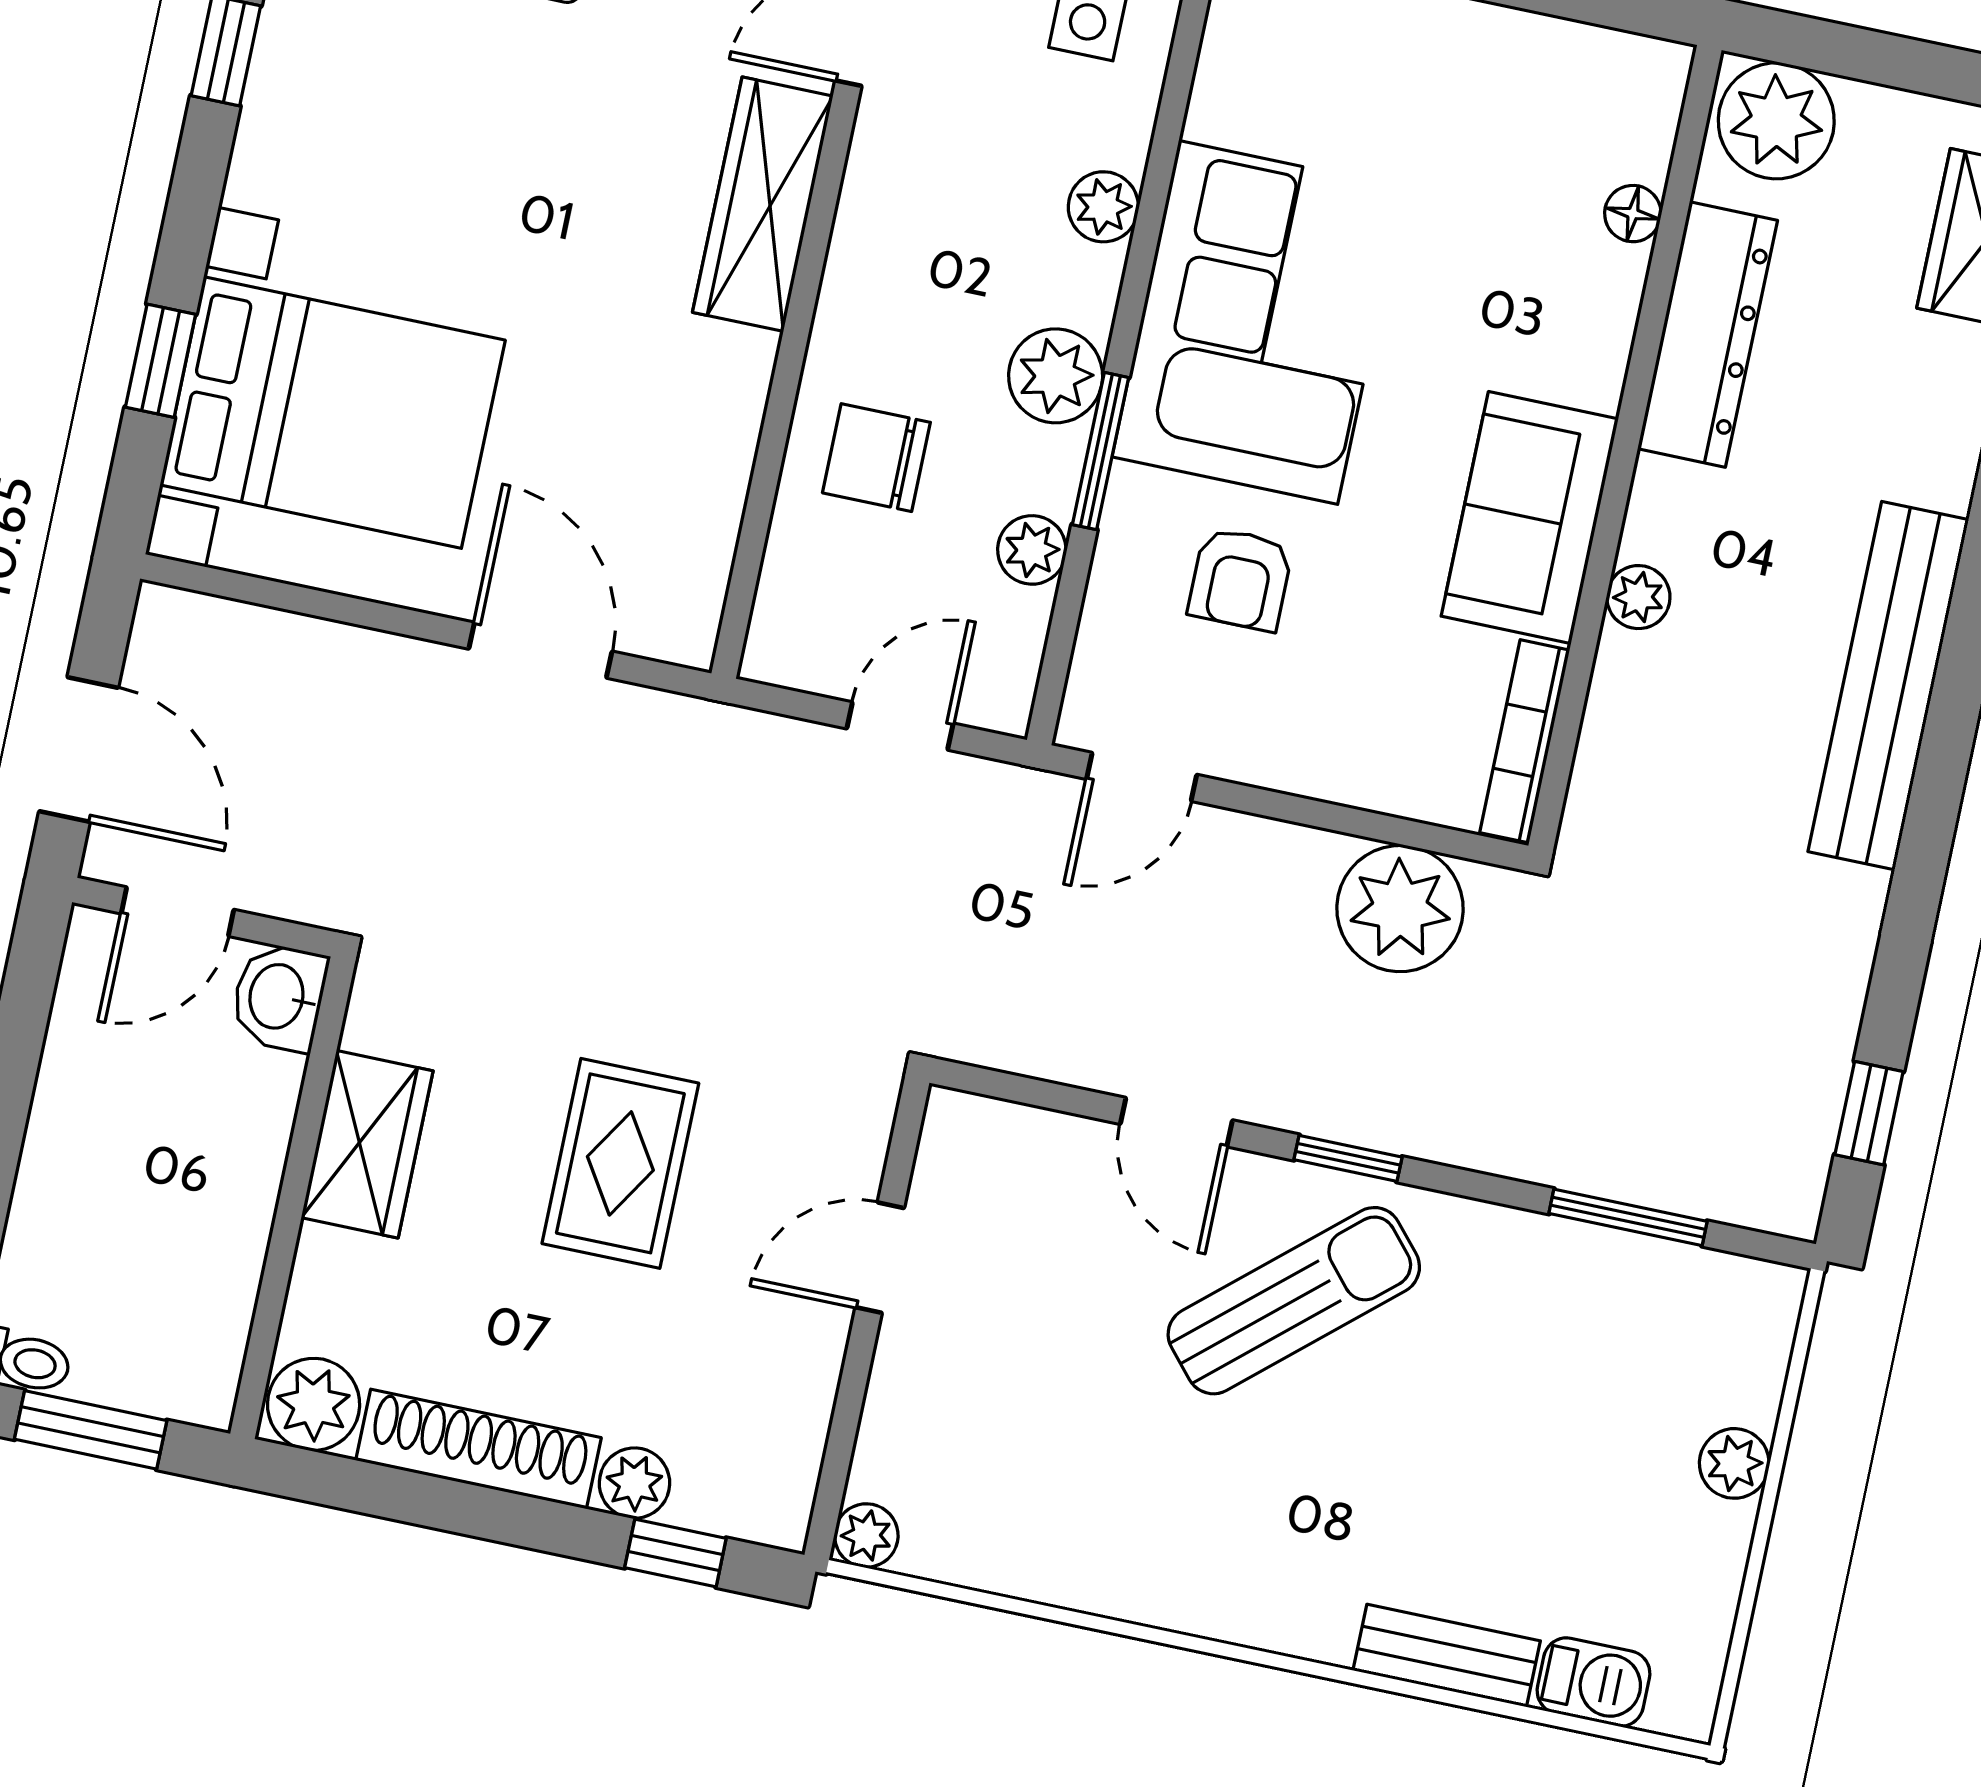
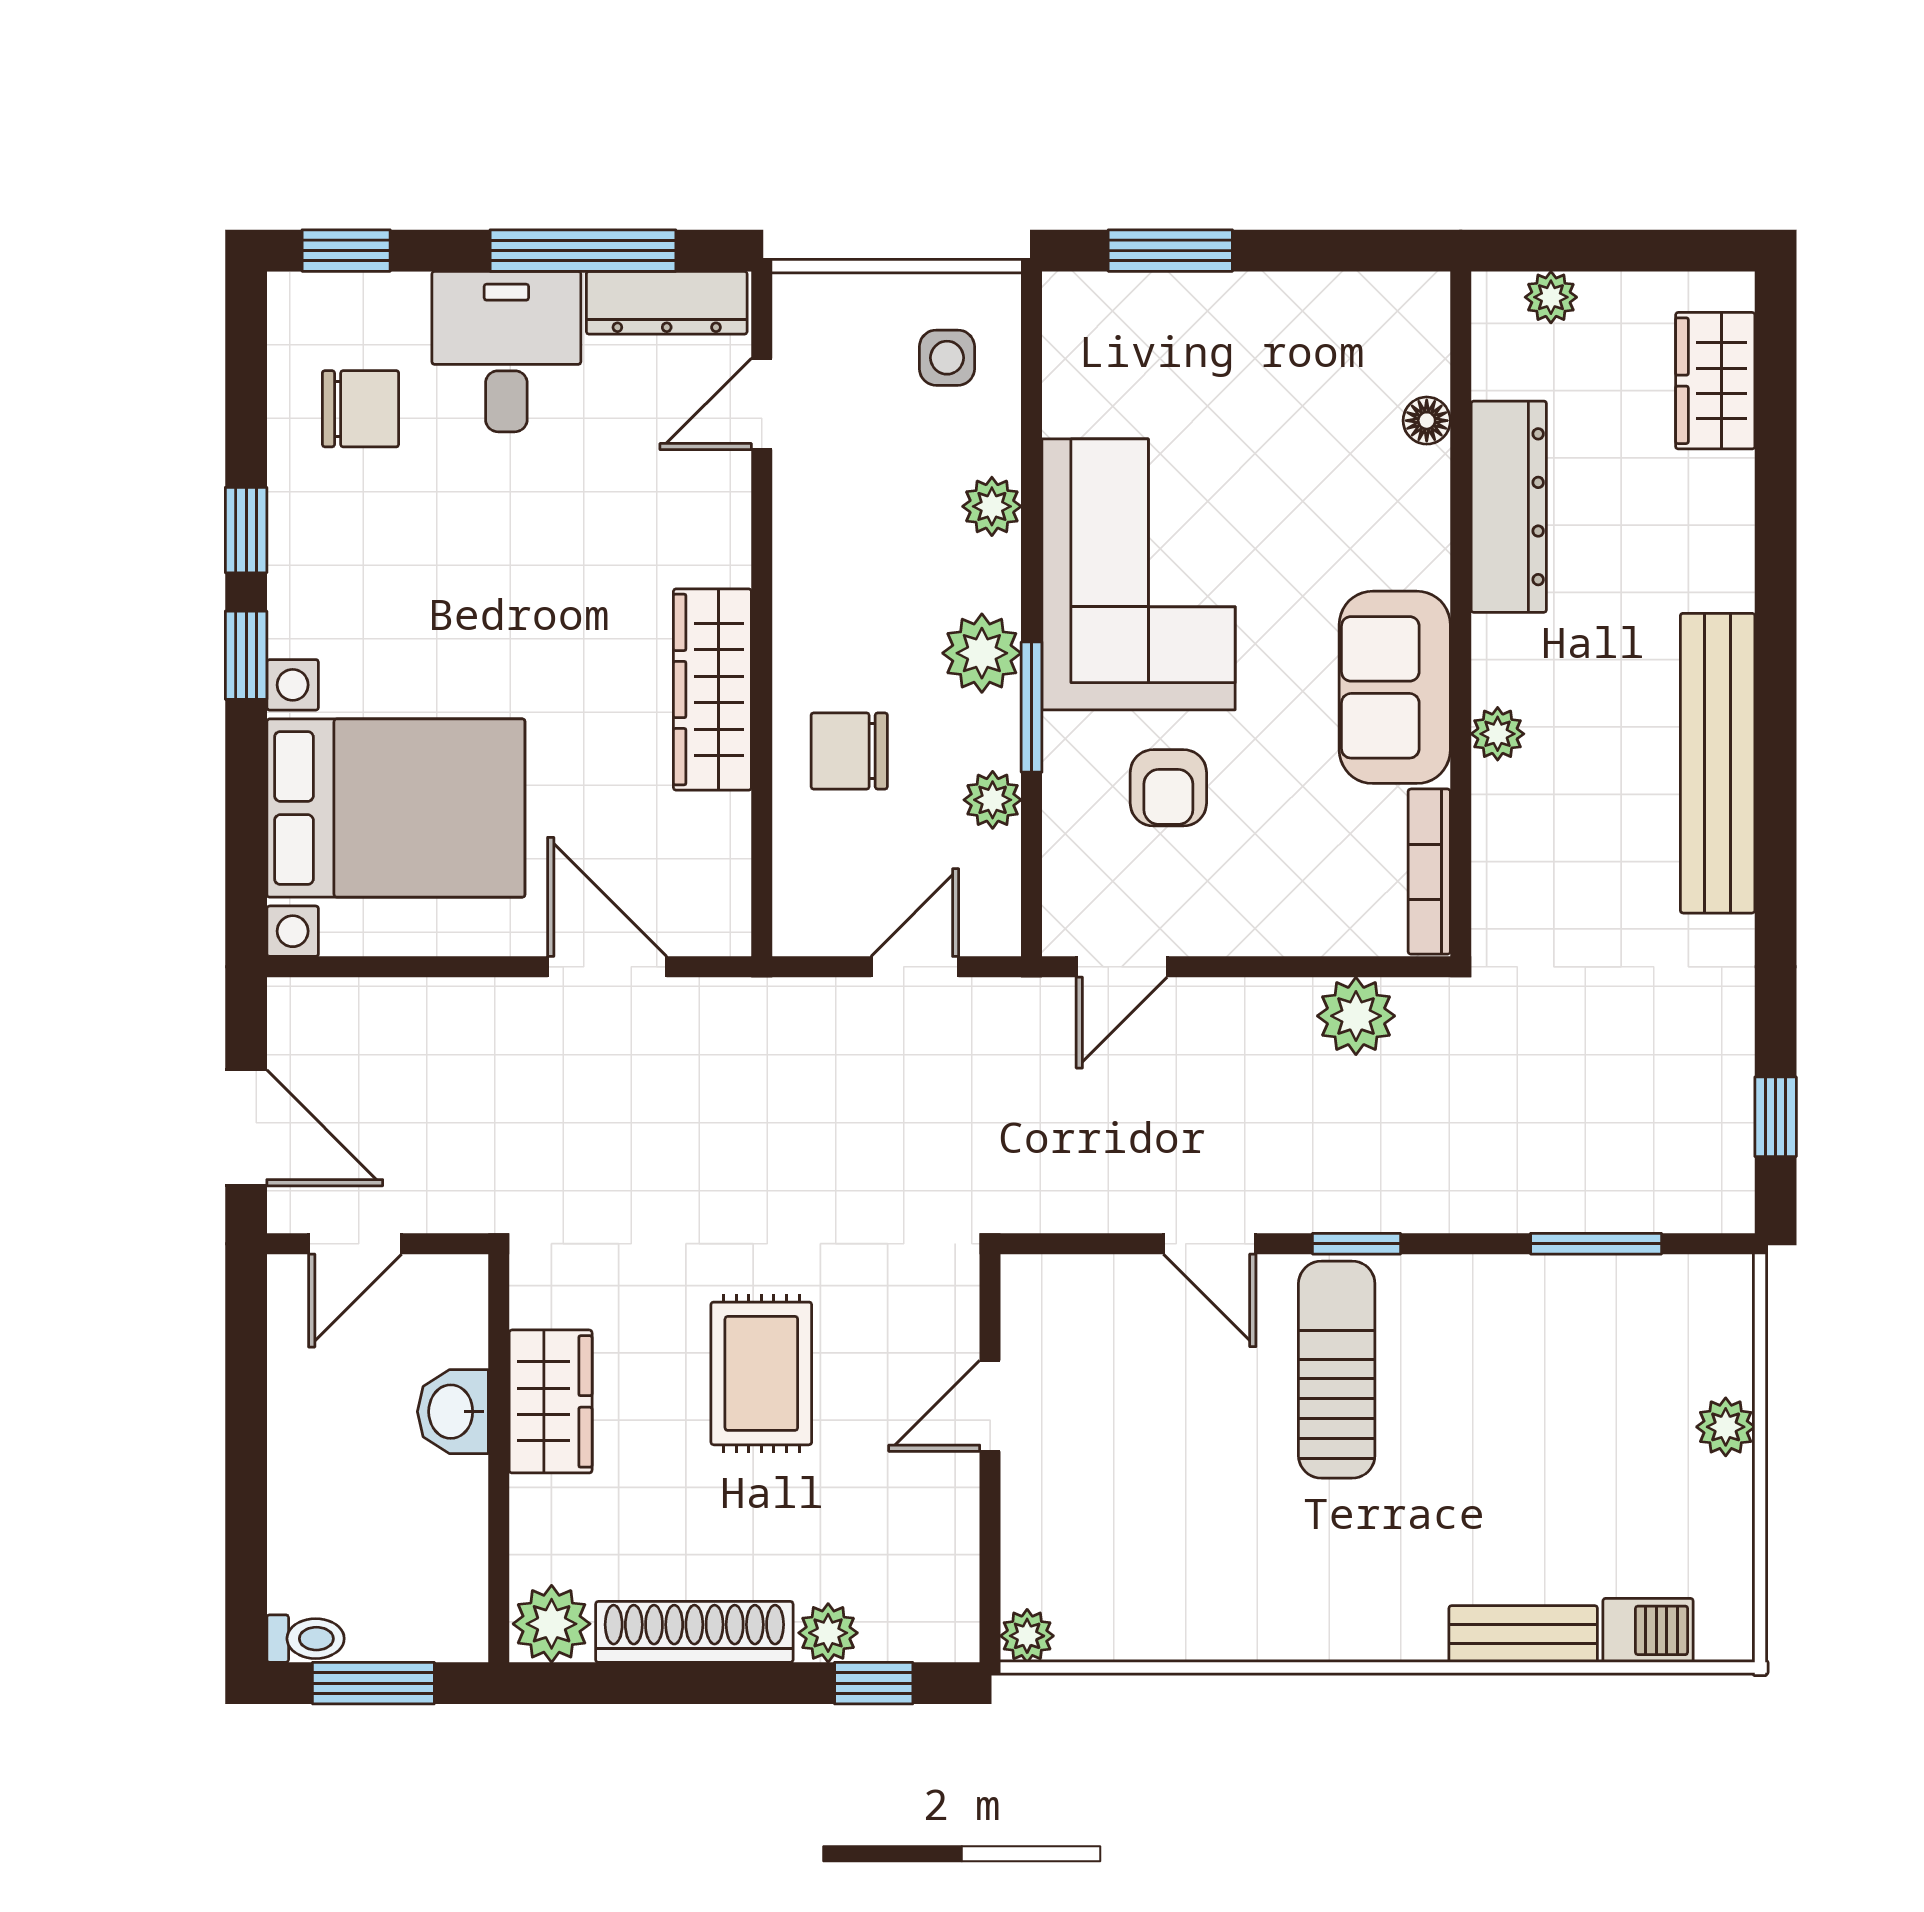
plant: (1776, 121) -> (1551, 297), width x0.53, depth x0.53
wardrobe: (763, 204) -> (712, 690), moved
window: (161, 361) -> (246, 655), moved
plant: (1400, 909) -> (1356, 1016), width x0.73, depth x0.73
washbasin: (279, 997) -> (453, 1412), moved
sun lounger: (1294, 1301) -> (1337, 1370), turned -49

